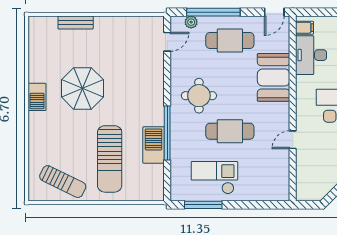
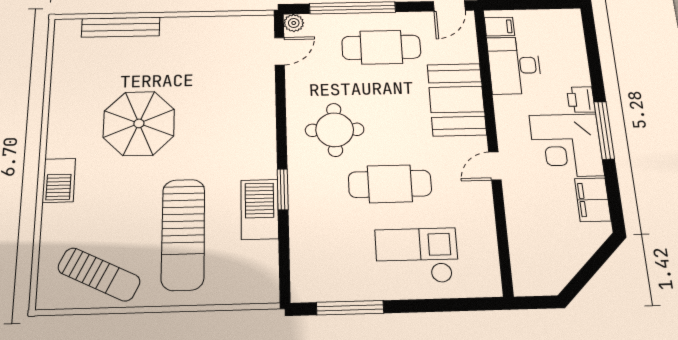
plant: (191, 22) -> (294, 23), moved
bench: (76, 23) -> (121, 27), width x1.36
barbecue: (37, 97) -> (59, 180), moved
window: (167, 133) -> (283, 189), width x0.47
door: (293, 140) -> (495, 166), moved
checkout: (214, 178) -> (417, 256), moved

